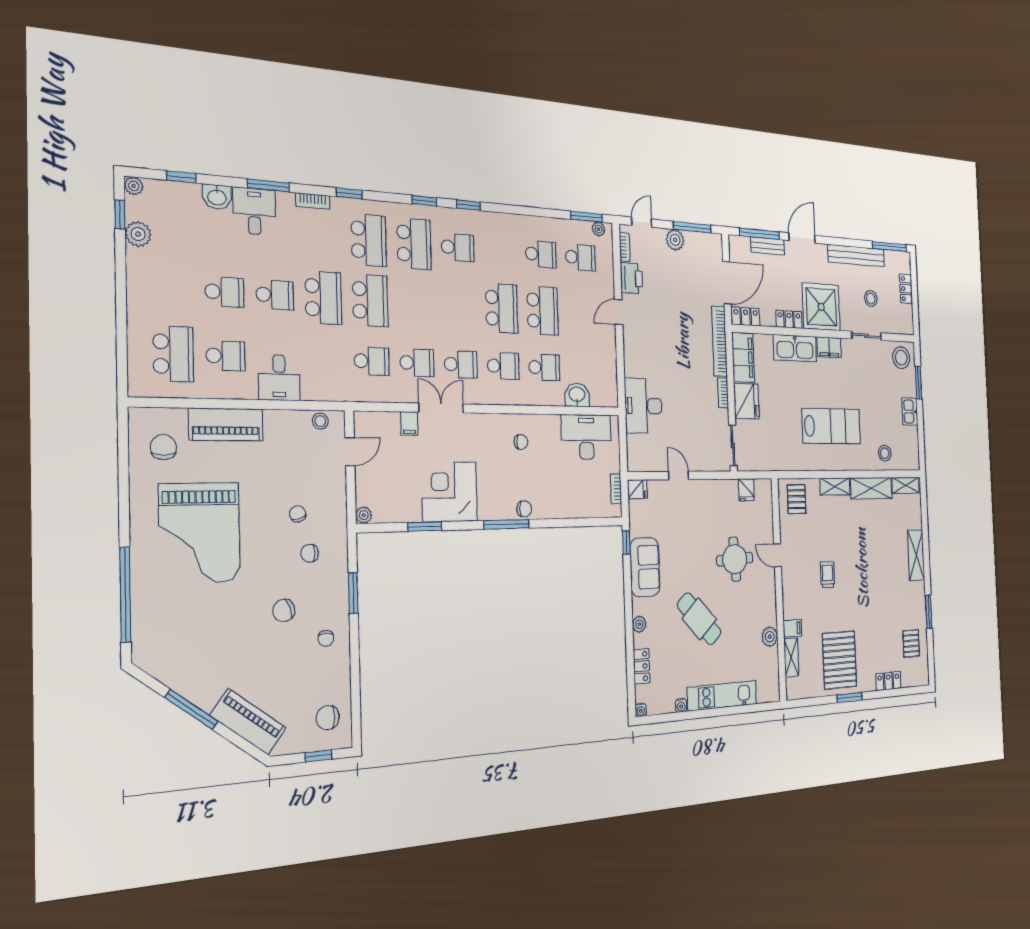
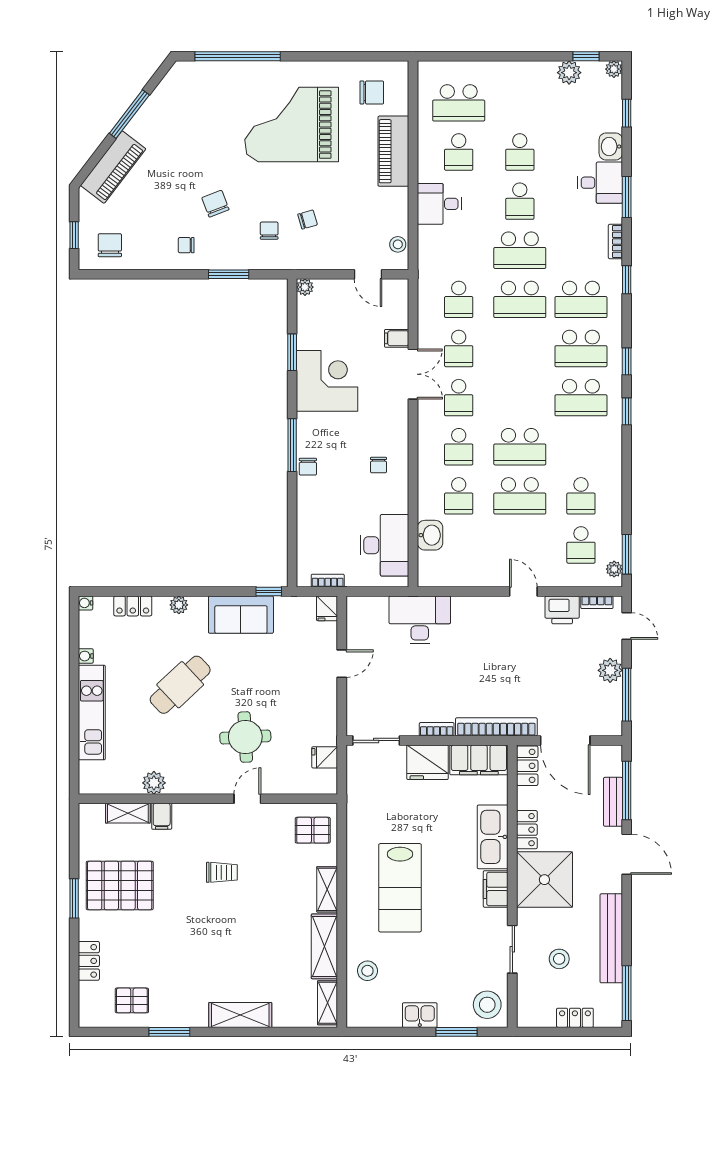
school desk: (458, 247) -> (581, 398), width x1.85

